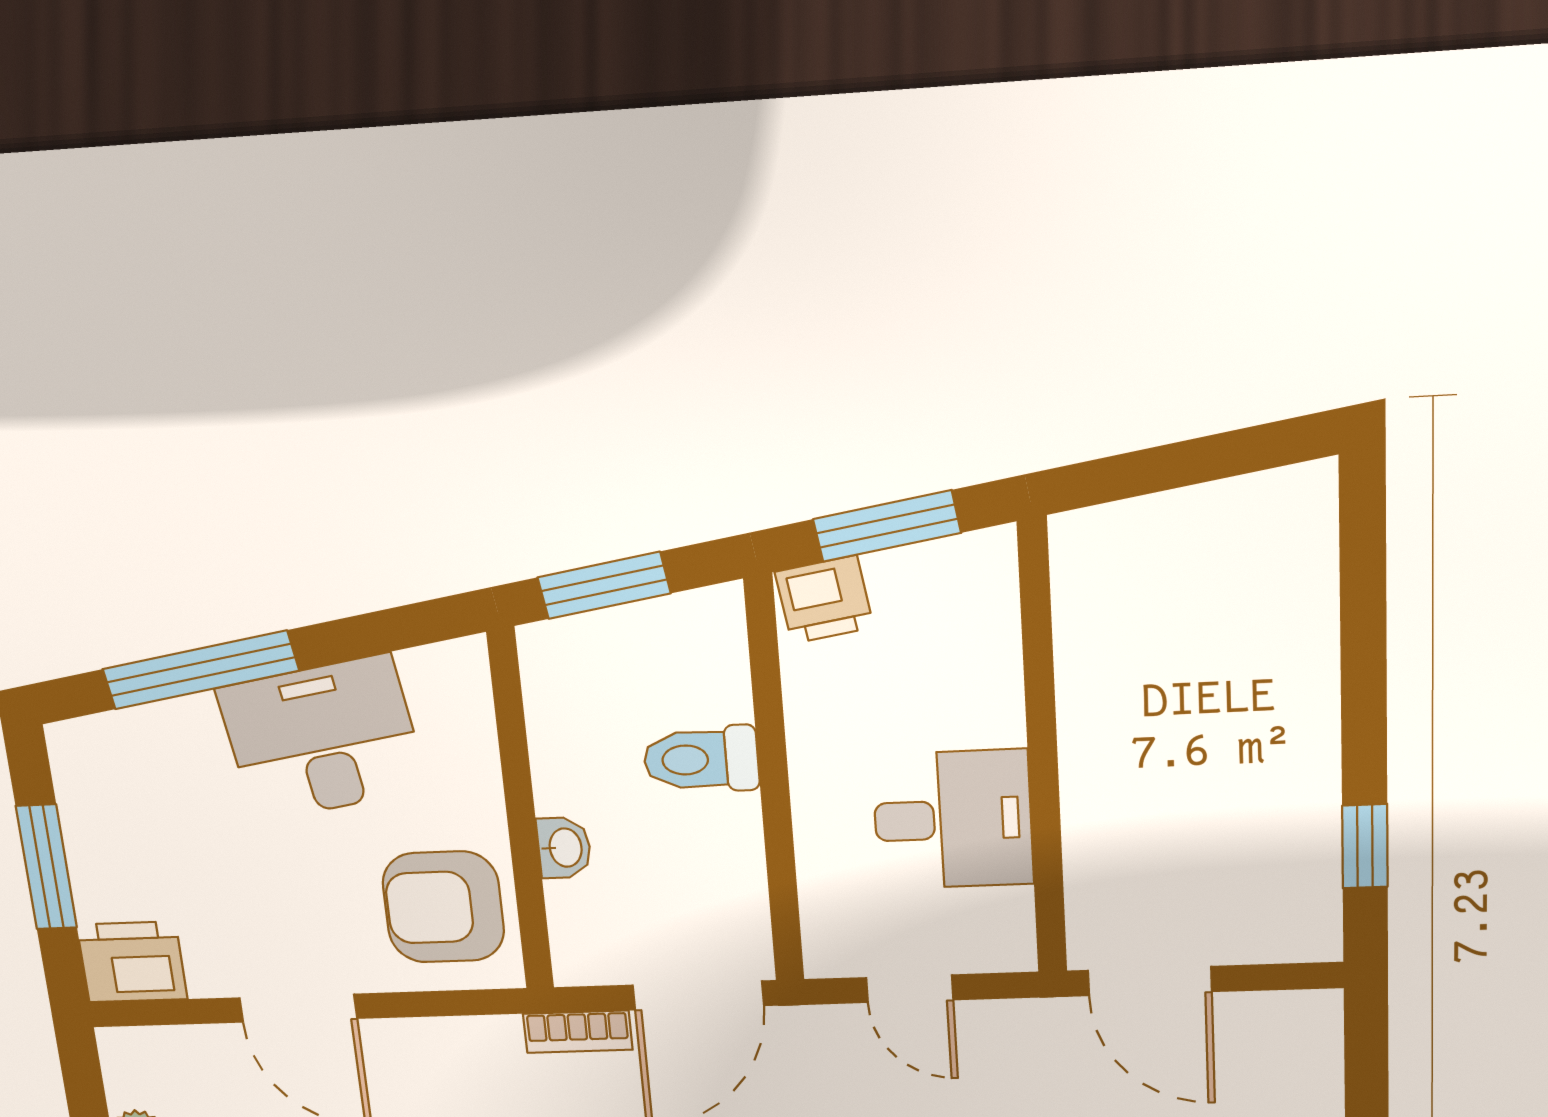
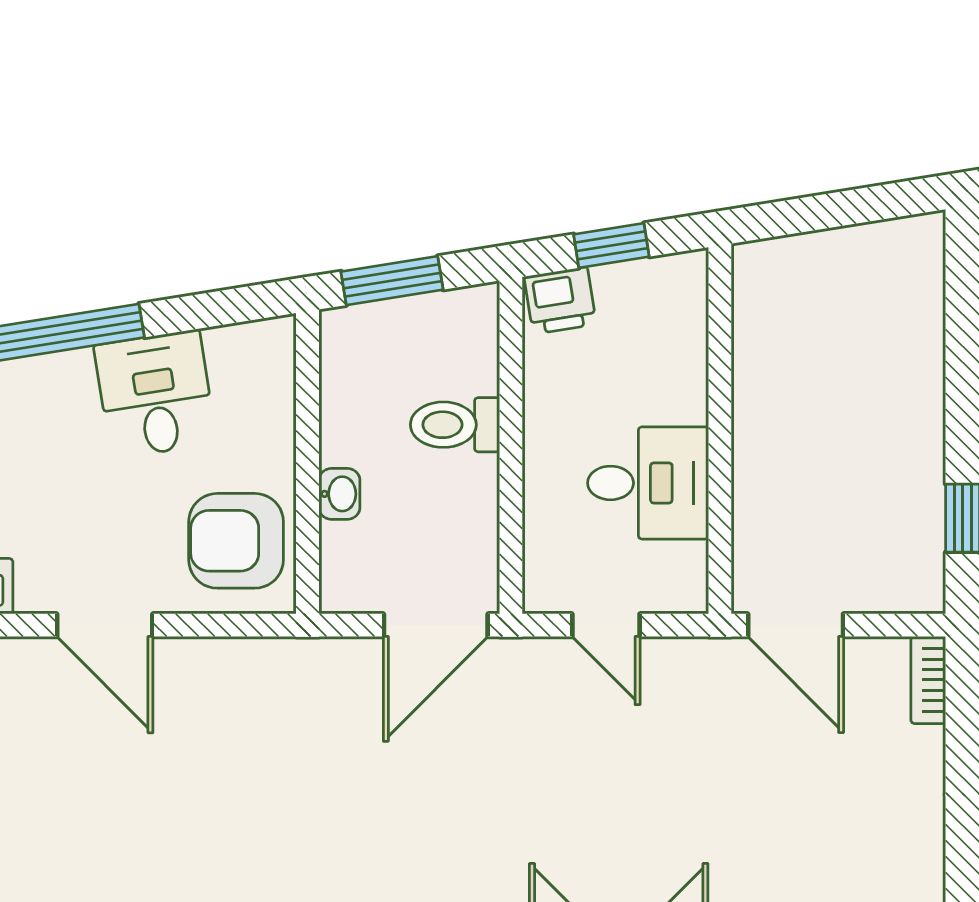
window: (887, 526) -> (611, 245), width x0.67
desk: (322, 739) -> (155, 394), width x0.73
bookcase: (578, 1032) -> (928, 680), moved, turned 90

